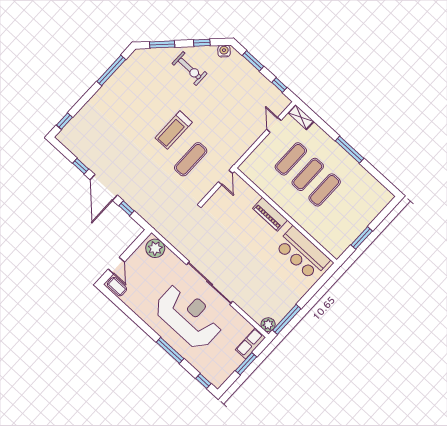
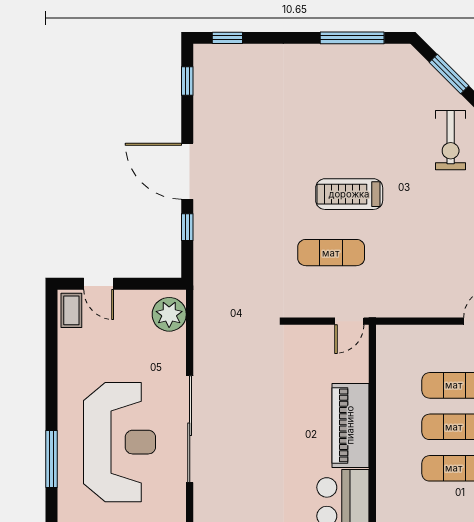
window: (81, 166) -> (187, 81), moved
door: (104, 187) -> (187, 171), hinge flipped
piano: (270, 214) -> (350, 425), width x1.37, depth x1.33
door: (116, 266) -> (99, 284), hinge flipped

